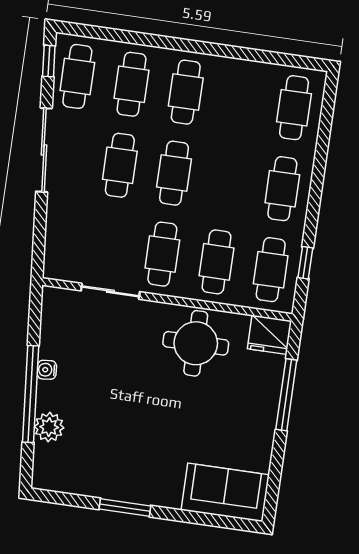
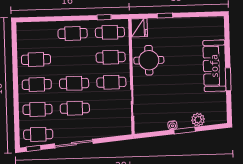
cafe table: (294, 108) -> (36, 60), moved
window: (31, 394) -> (185, 130), width x0.47
window: (286, 395) -> (165, 15), width x0.46
sofa: (225, 492) -> (214, 66), moved, width x1.36

